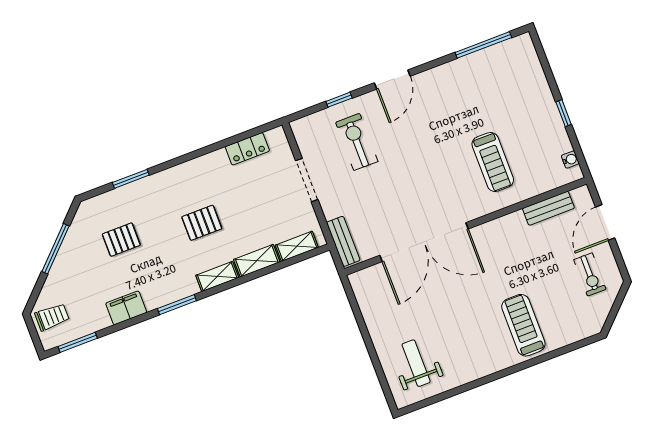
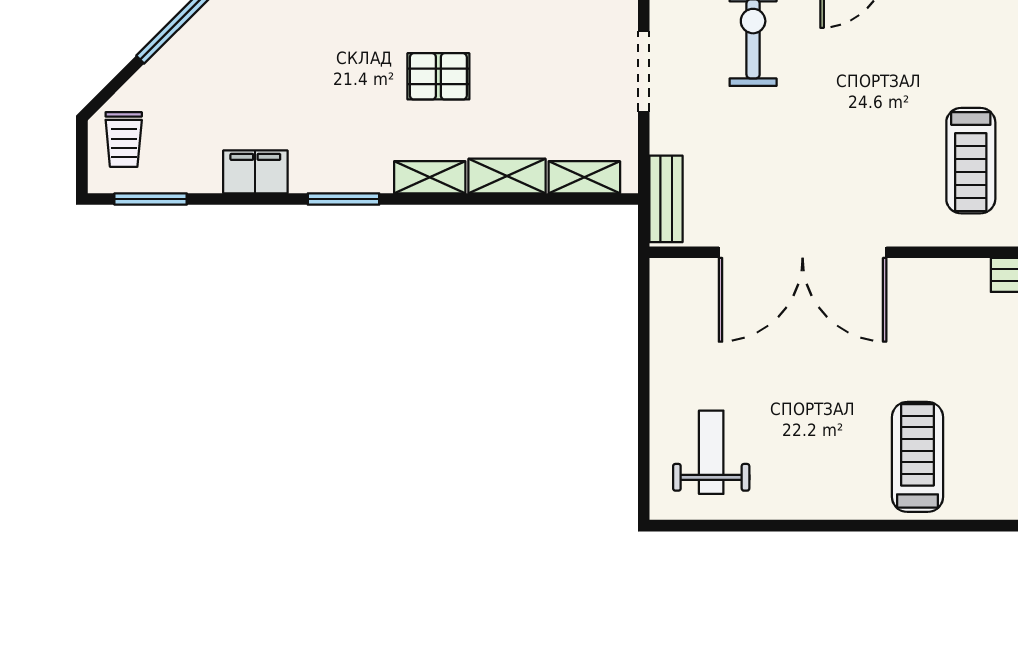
pallet: (121, 240) -> (291, 53), removed
trolley: (52, 317) -> (124, 140), turned 90

